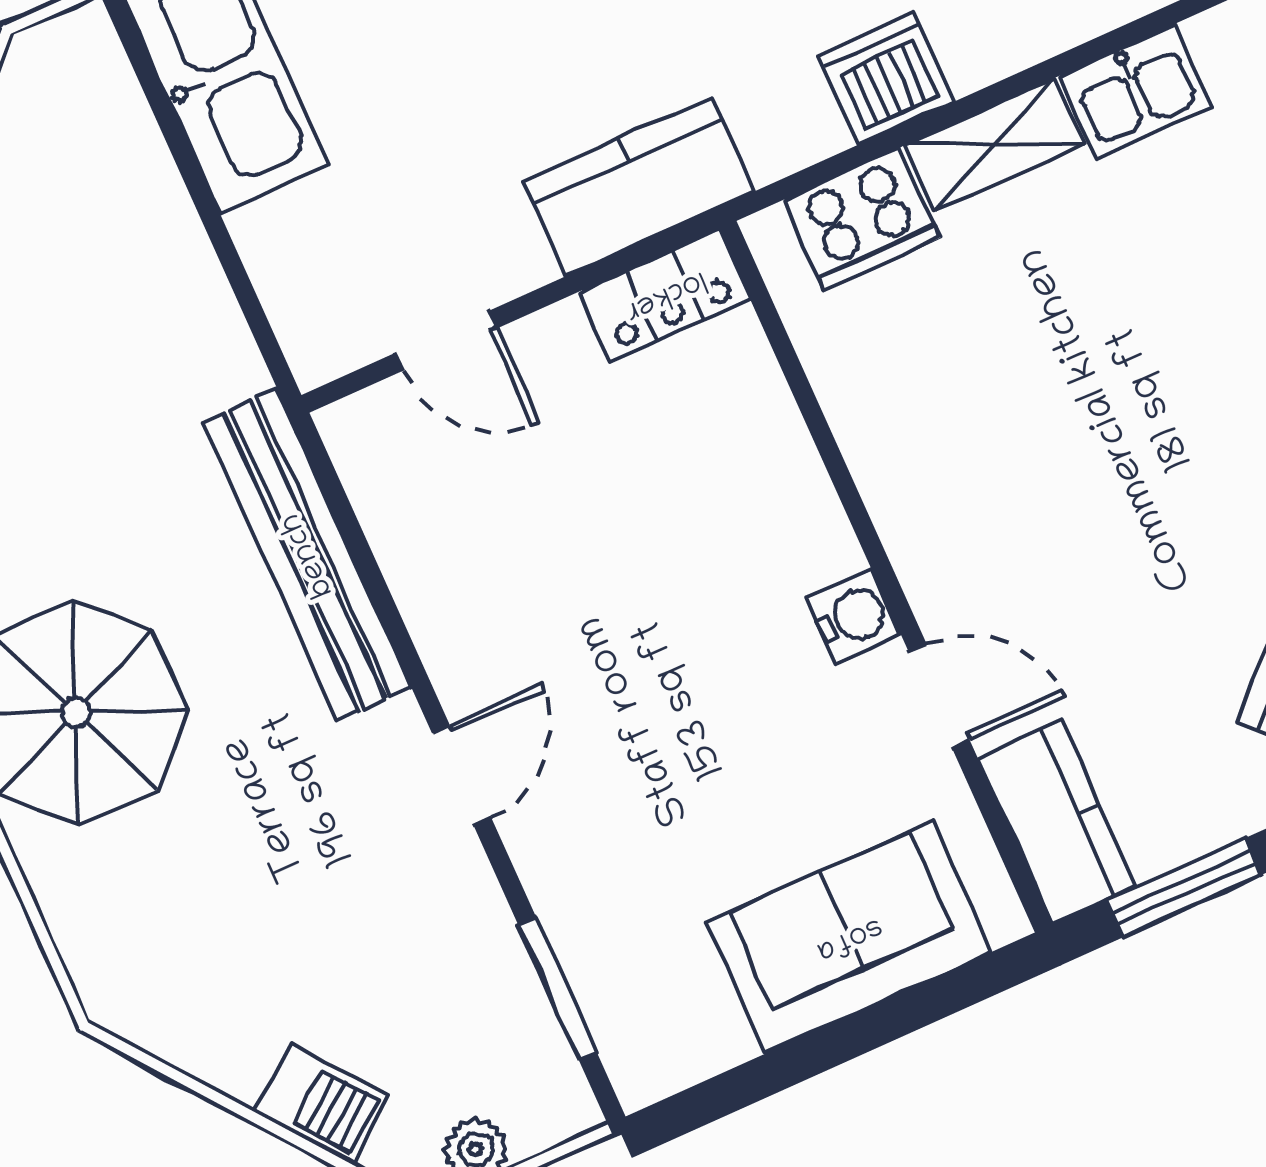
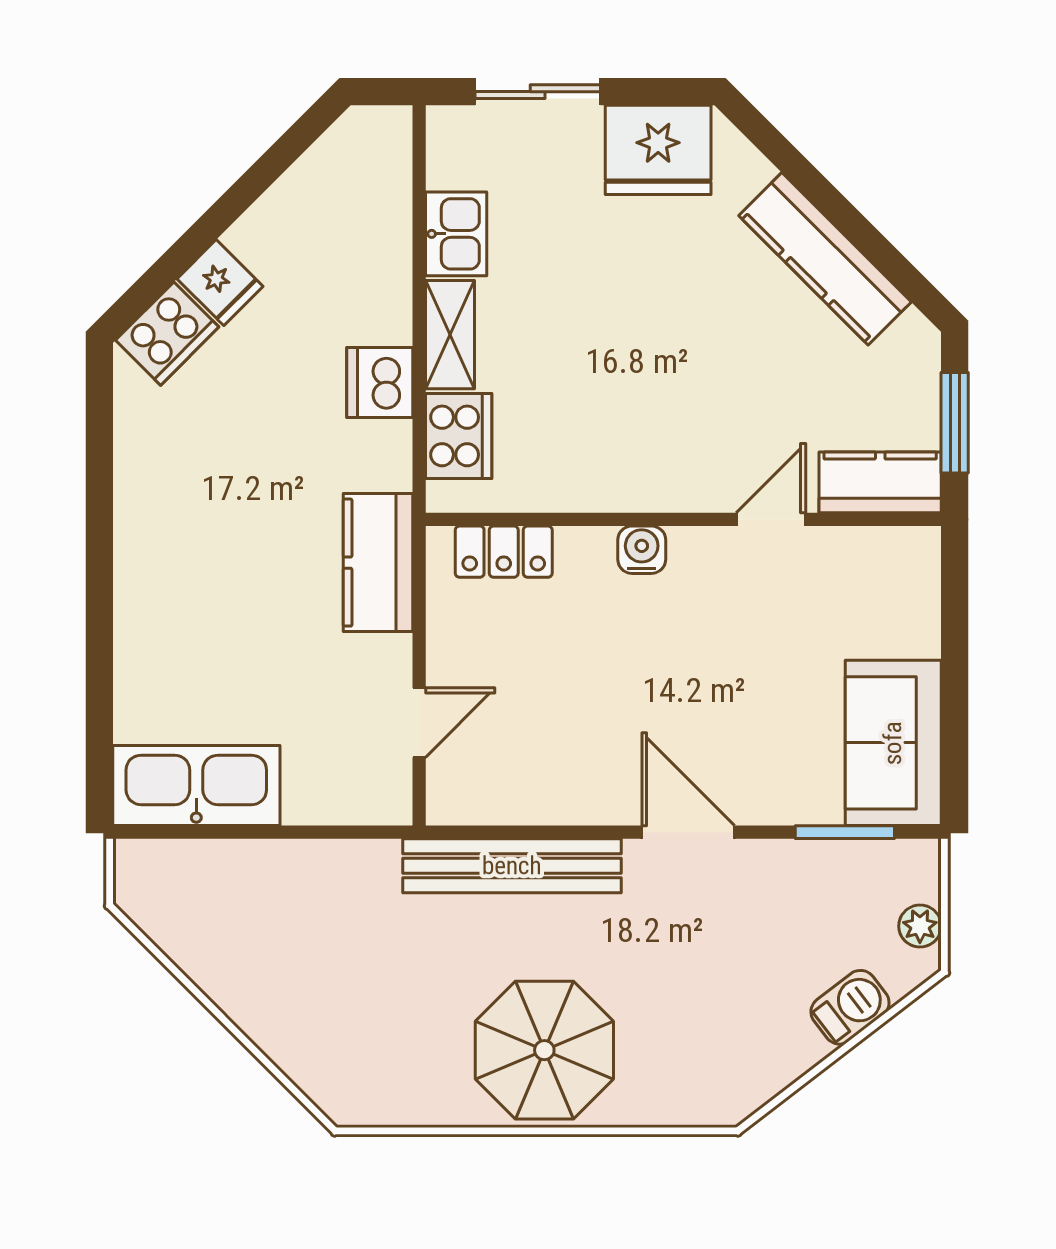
locker: (665, 295) -> (504, 552), moved, turned 90
water cooler: (854, 617) -> (642, 550), moved
door: (462, 775) -> (688, 832), width x1.38
sofa: (849, 938) -> (893, 743), moved

